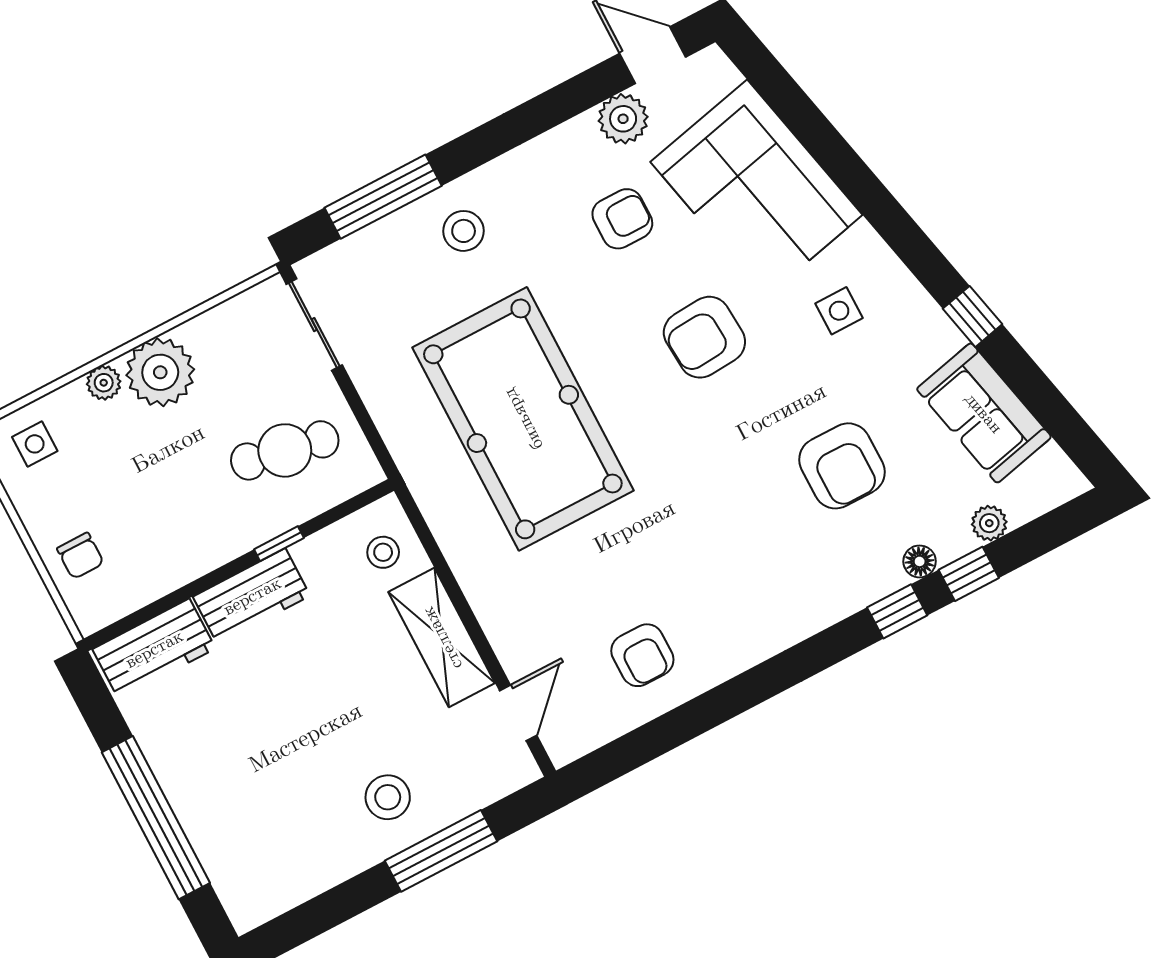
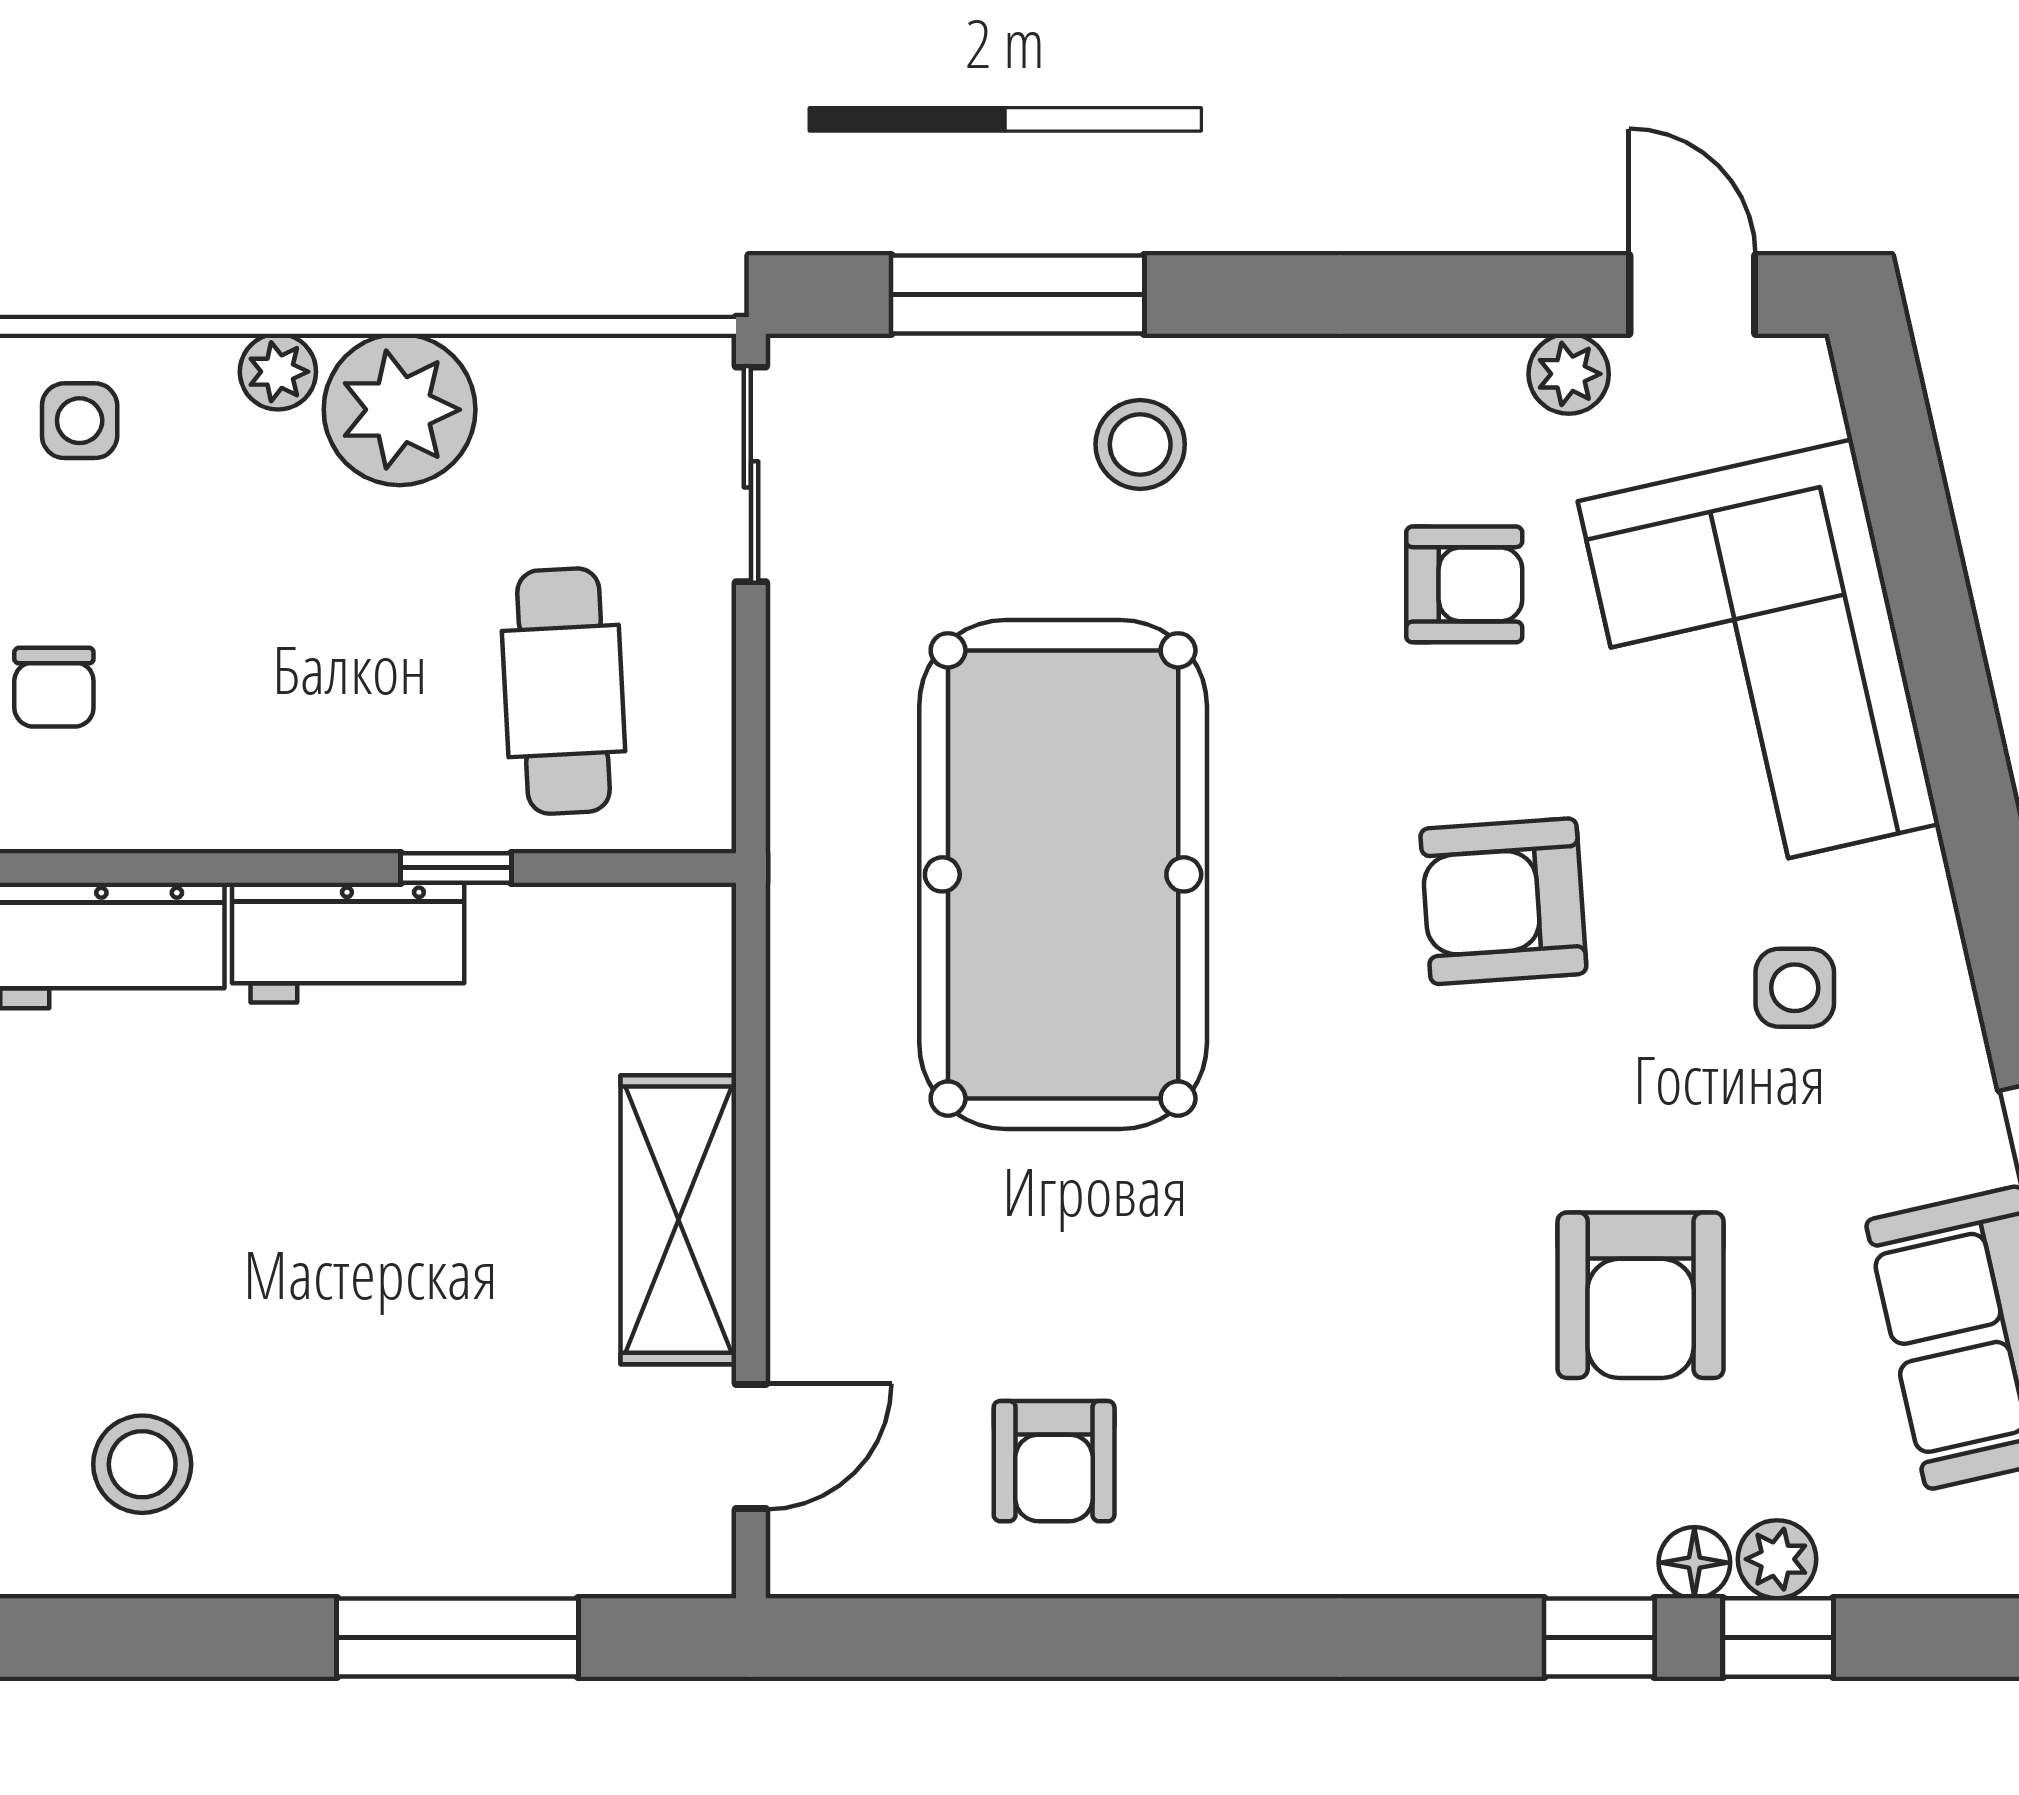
plant: (623, 119) -> (1569, 374), width x0.73, depth x0.73
cafe table: (285, 450) -> (564, 691), turned 76
plant: (989, 523) -> (1777, 1559), moved
stool: (383, 552) -> (651, 992), removed
stool: (388, 797) -> (142, 1464), moved

